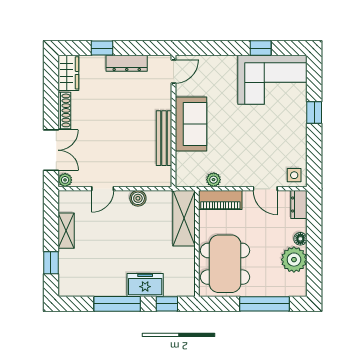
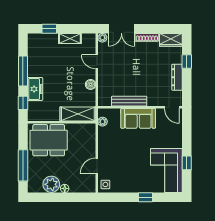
plant: (214, 180) -> (103, 122), moved
piano: (220, 200) -> (89, 137), removed
dresser: (299, 204) -> (87, 187), removed

